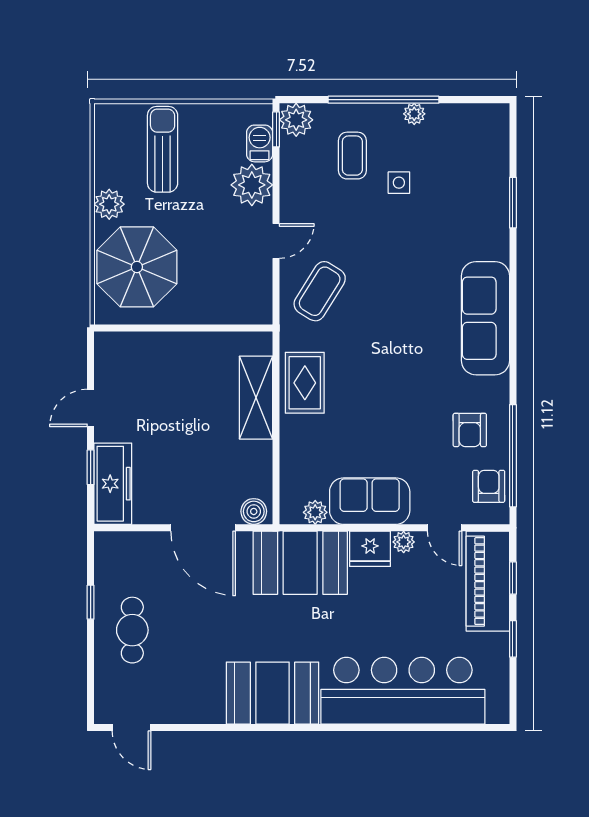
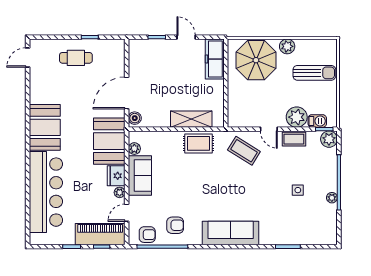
coffee table: (352, 156) -> (294, 139), moved
armchair: (470, 430) -> (175, 225), turned 180
freezer: (113, 484) -> (215, 59), moved, turned 90

